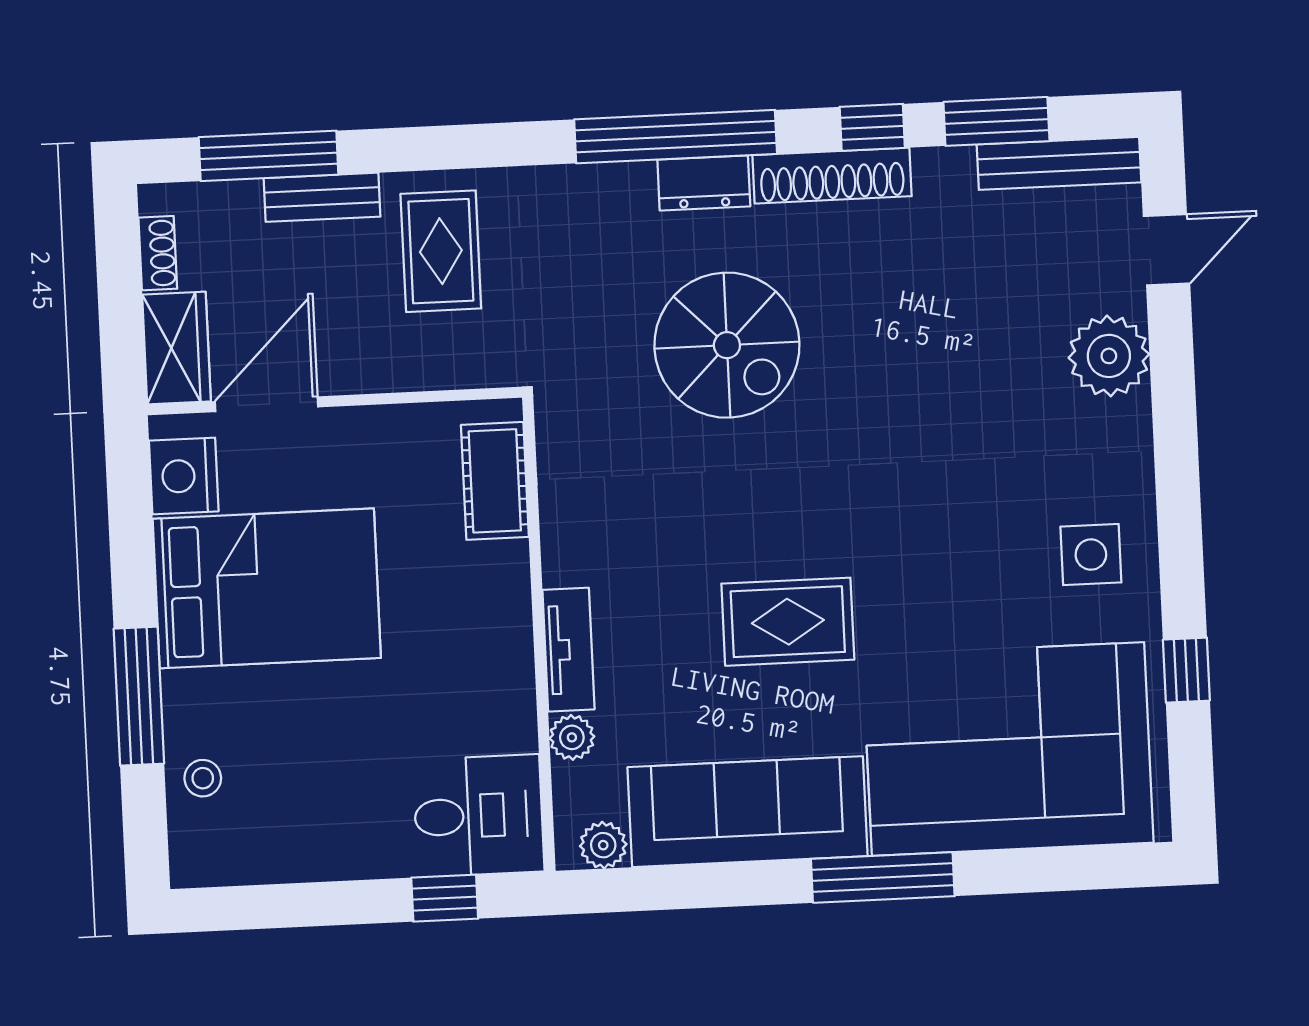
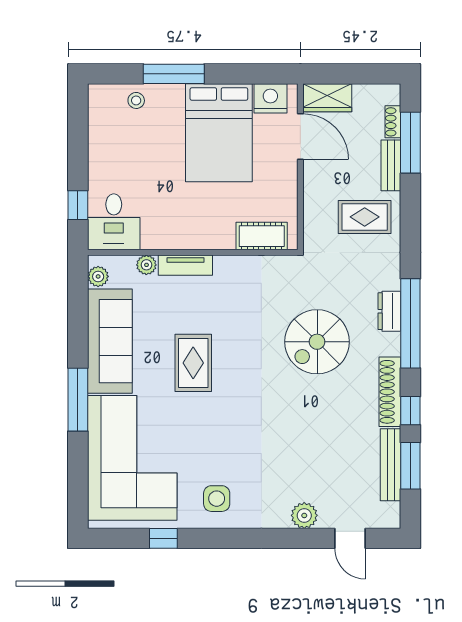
bench: (1059, 163) -> (391, 465), moved
dresser: (704, 183) -> (389, 311), moved
shoe rack: (158, 253) -> (393, 122), moved, turned 90
plant: (1109, 356) -> (304, 515), width x0.73, depth x0.73

